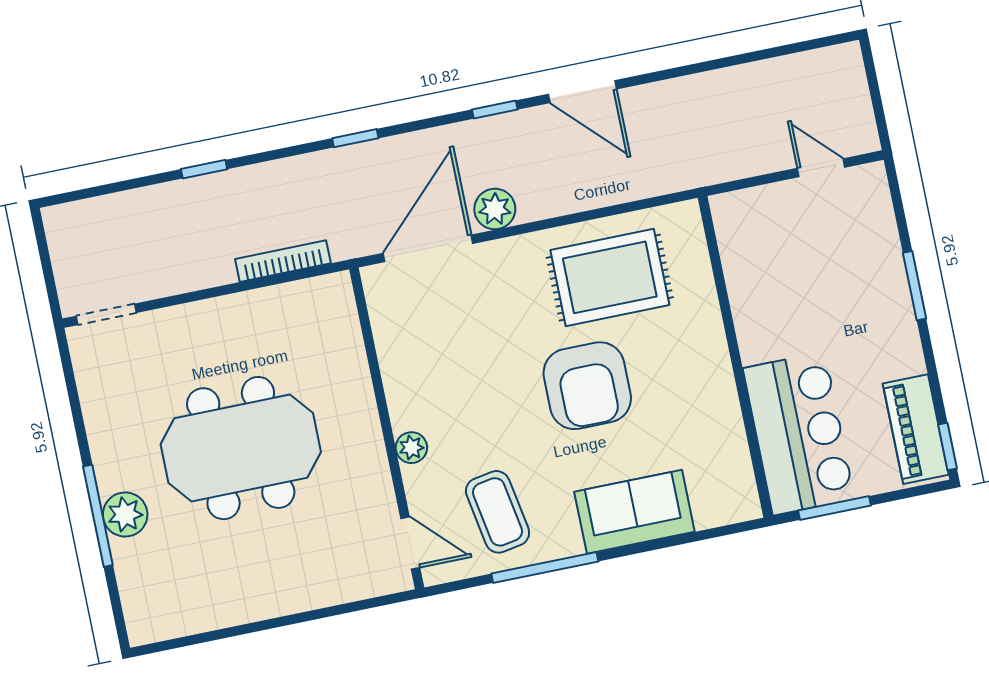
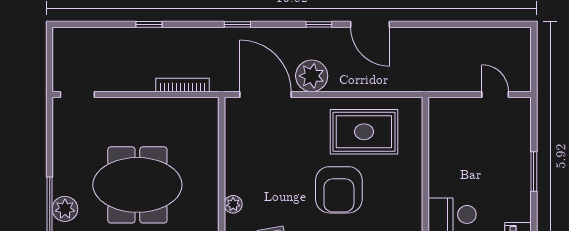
plant: (495, 209) -> (312, 76), width x1.36, depth x1.36
door: (428, 248) -> (265, 94), hinge flipped

